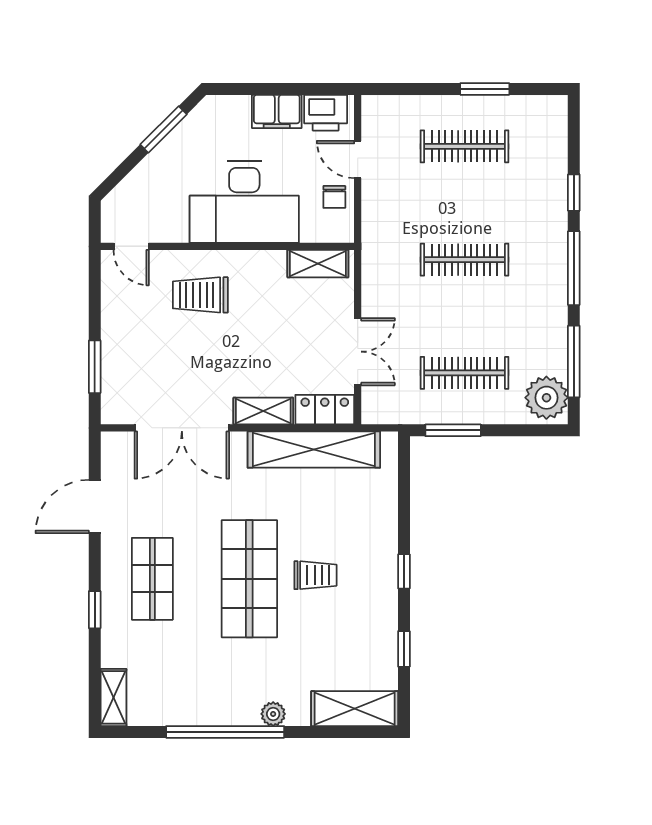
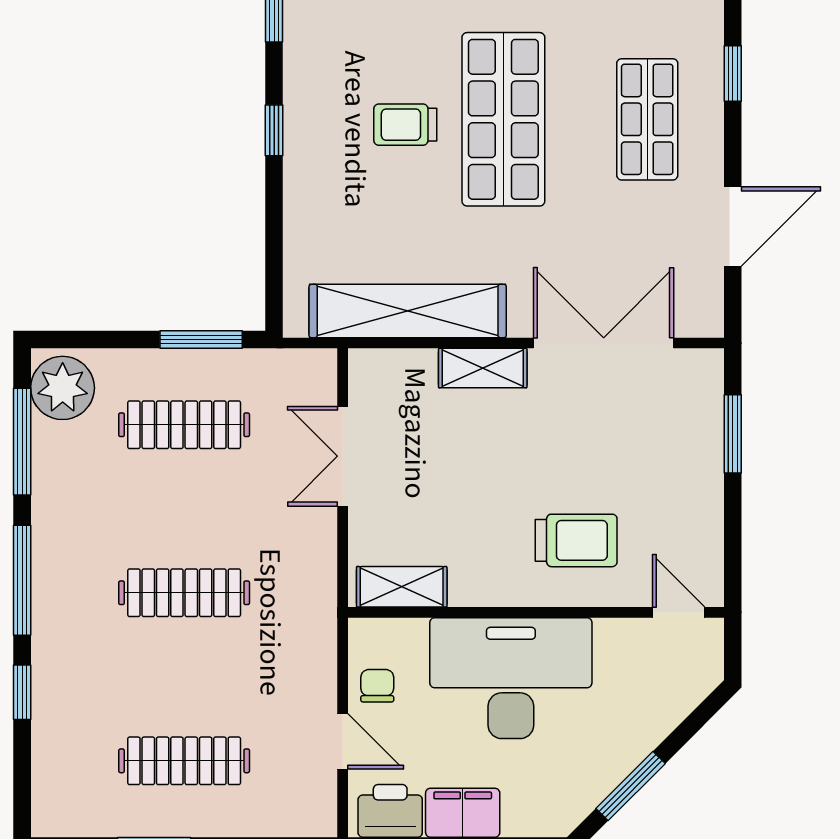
locker: (325, 410) -> (391, 370), removed

